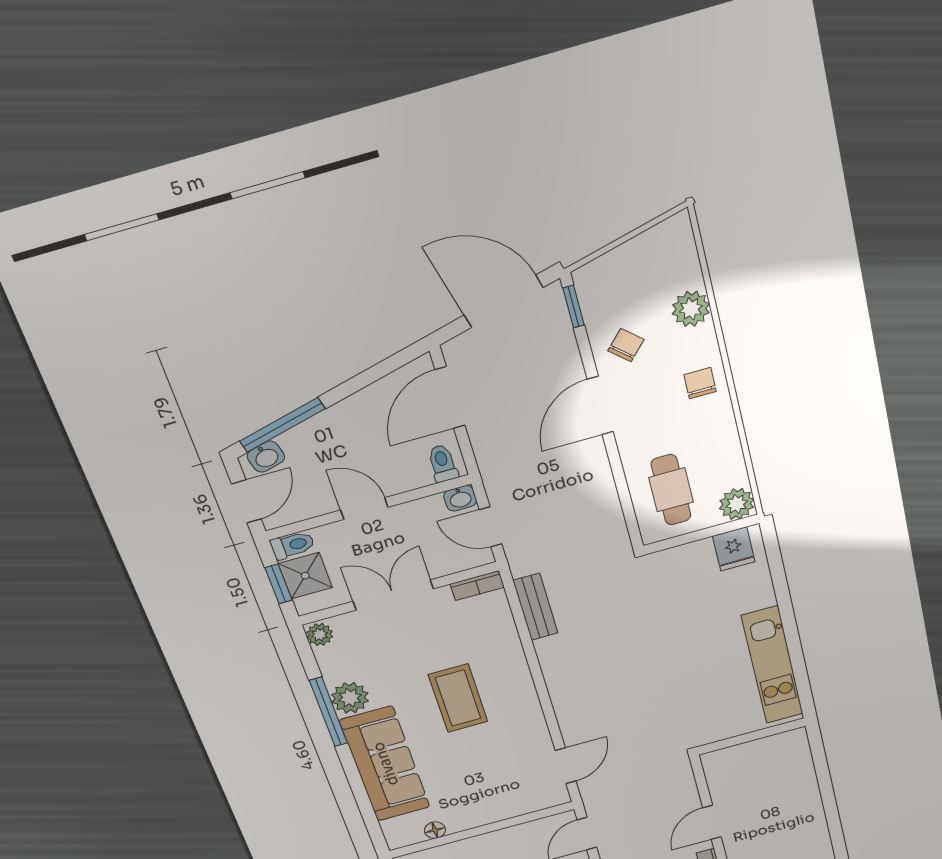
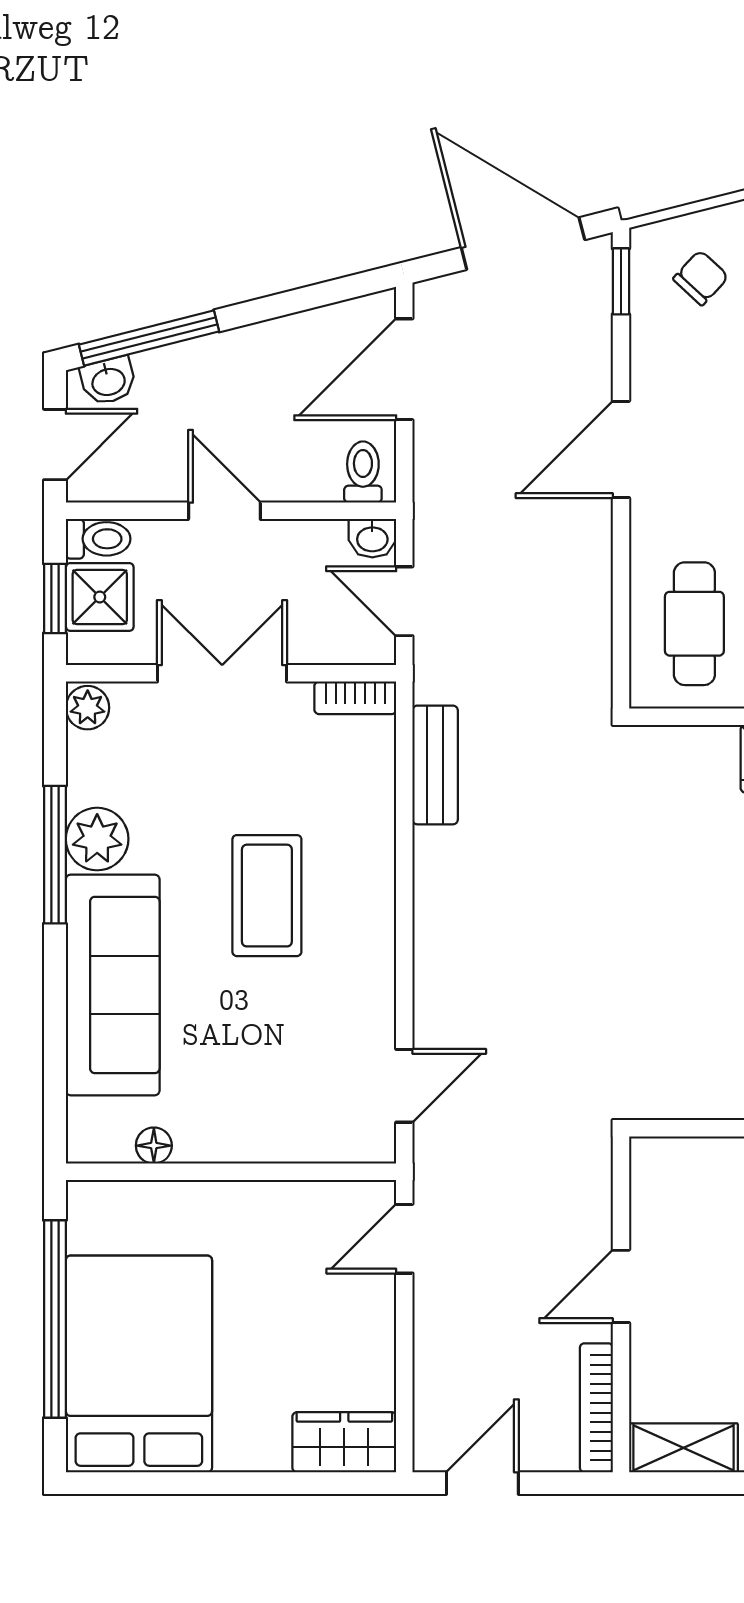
chair: (626, 345) -> (701, 278), moved

